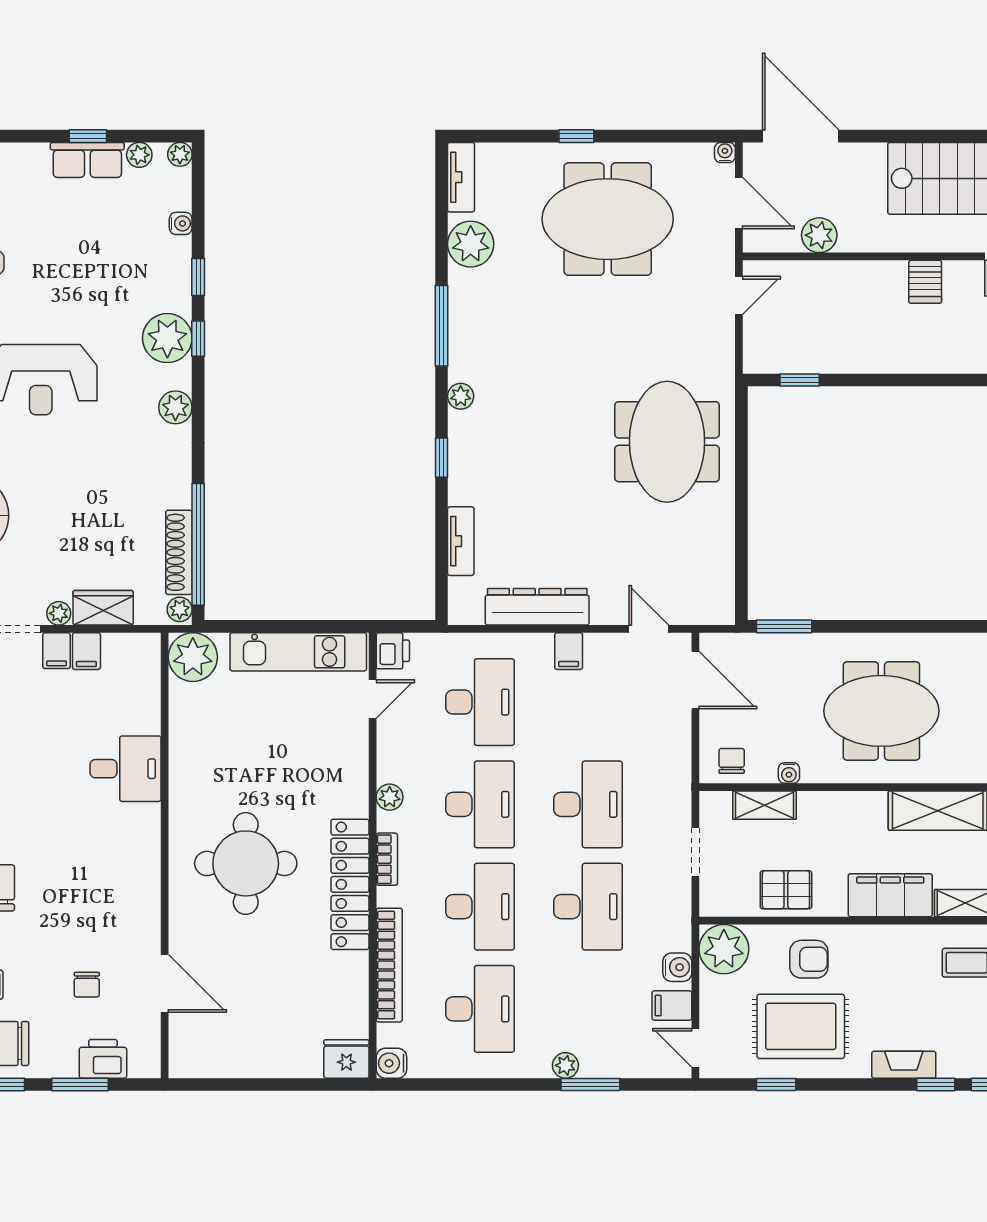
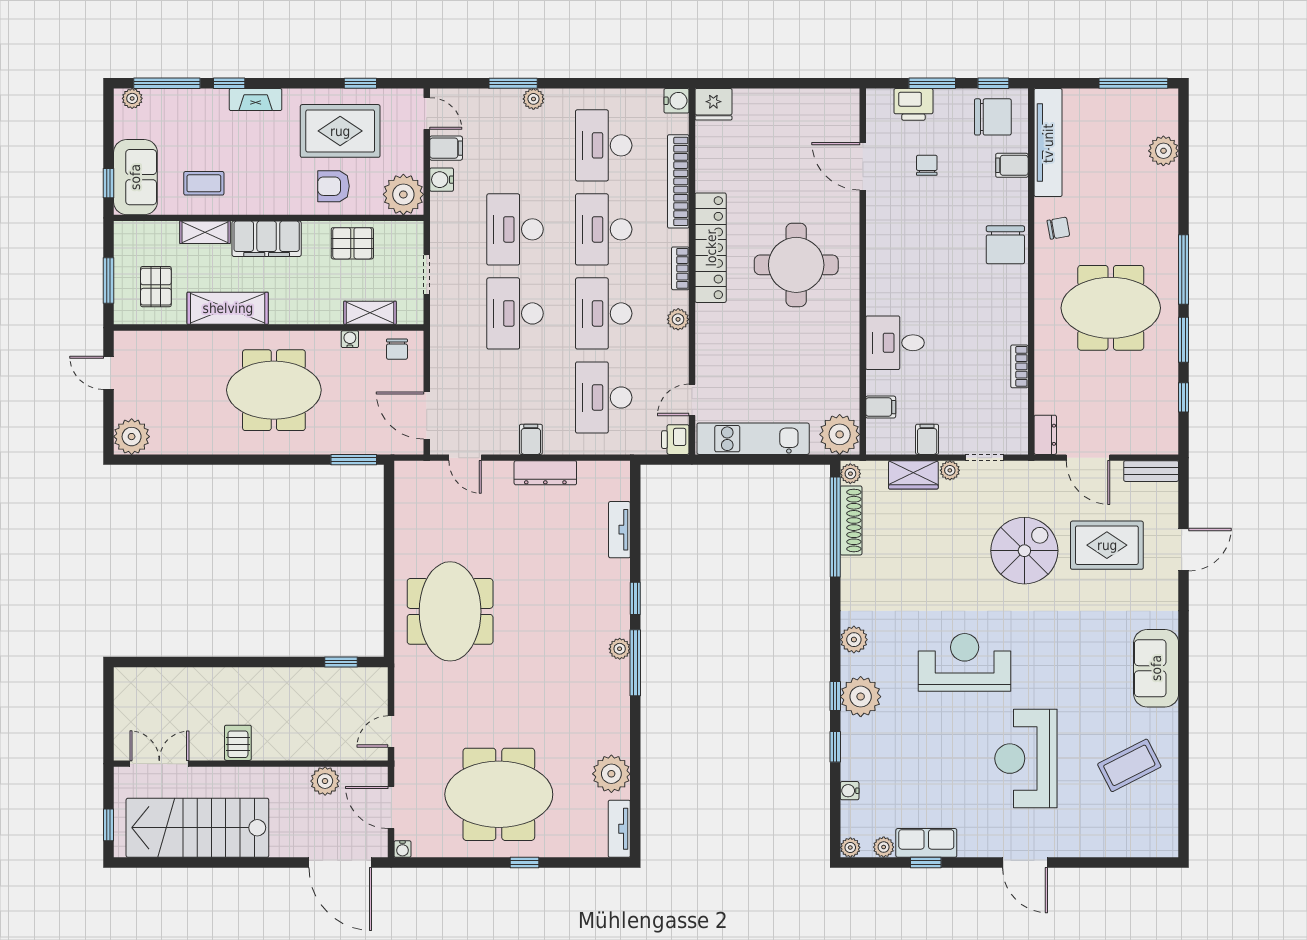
window: (441, 326) -> (635, 663), moved
dresser: (537, 607) -> (545, 473), width x0.73, depth x0.80
filing cabinet: (57, 651) -> (881, 407), moved, turned 90

